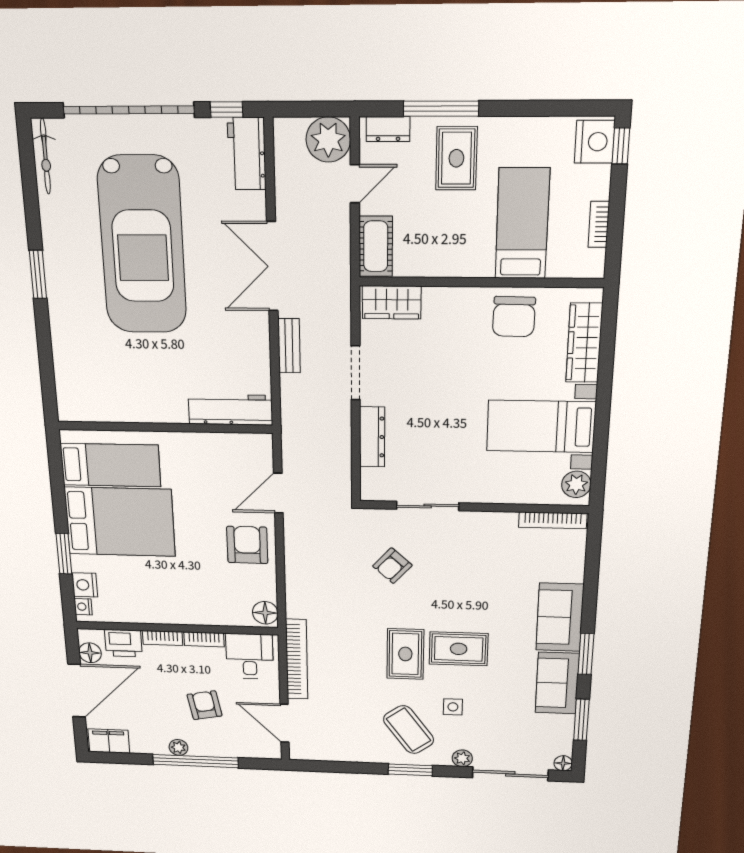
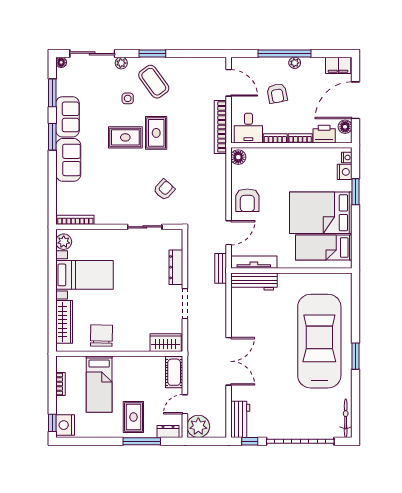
car: (142, 245) -> (319, 341), moved
bench: (289, 346) -> (221, 268), moved
tv unit: (232, 443) -> (254, 262), added

